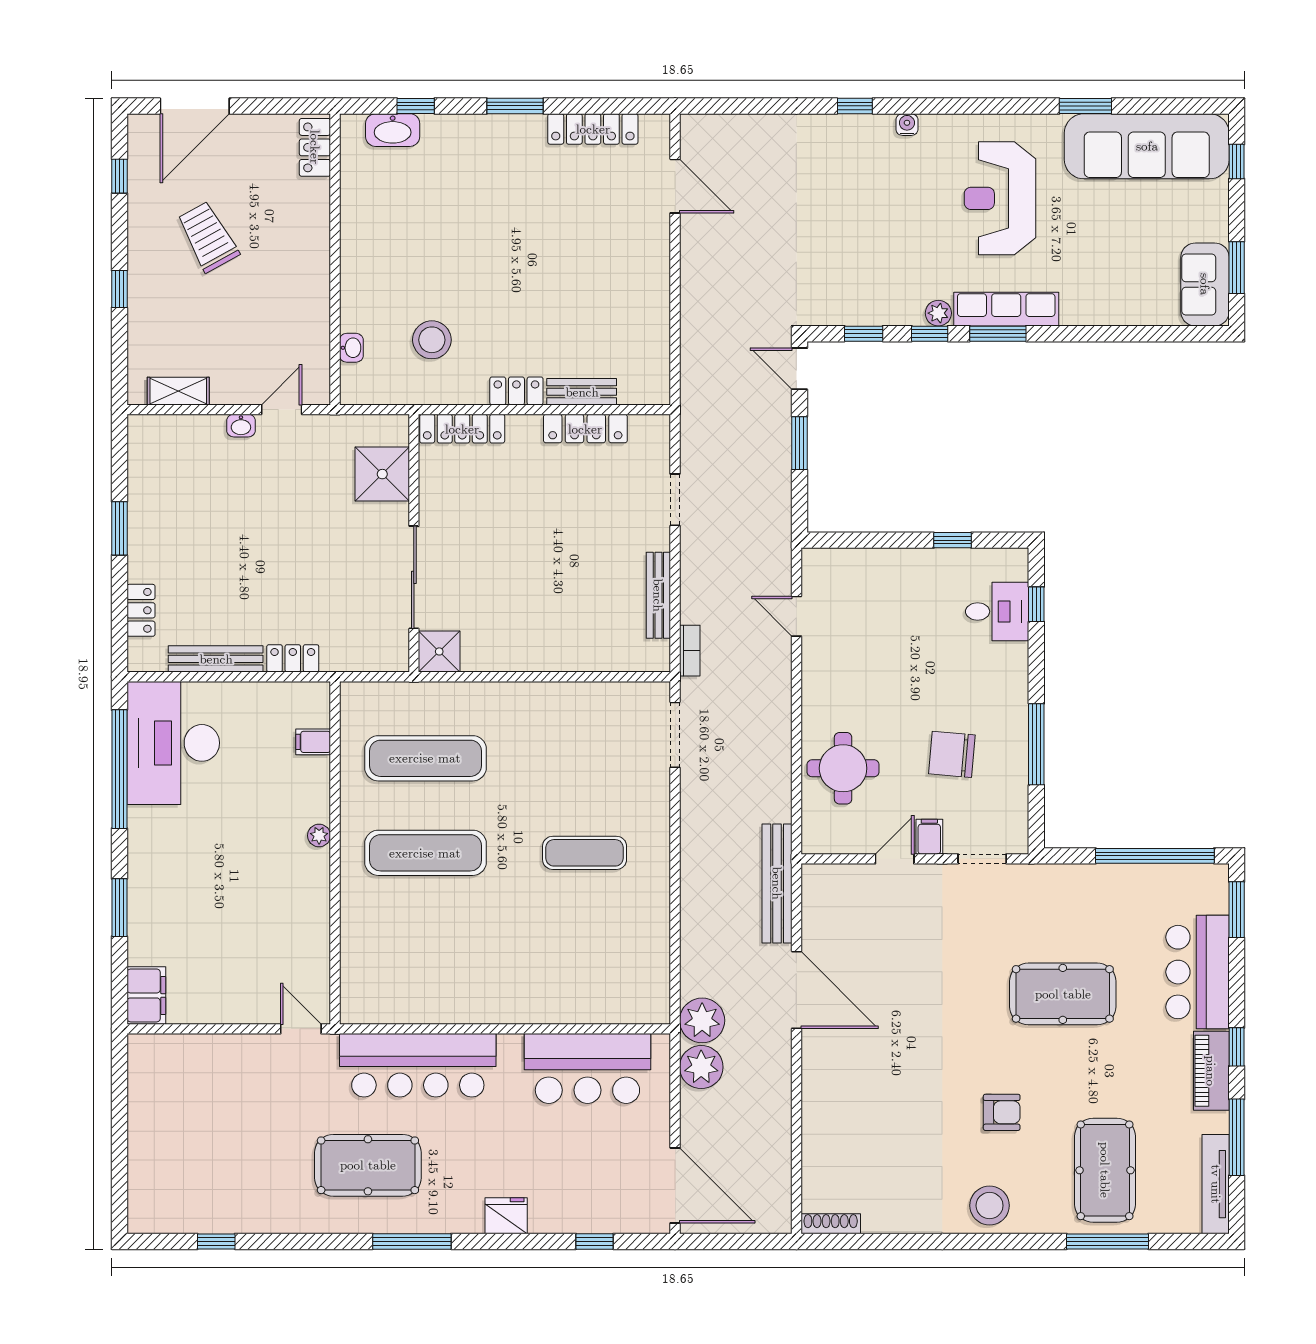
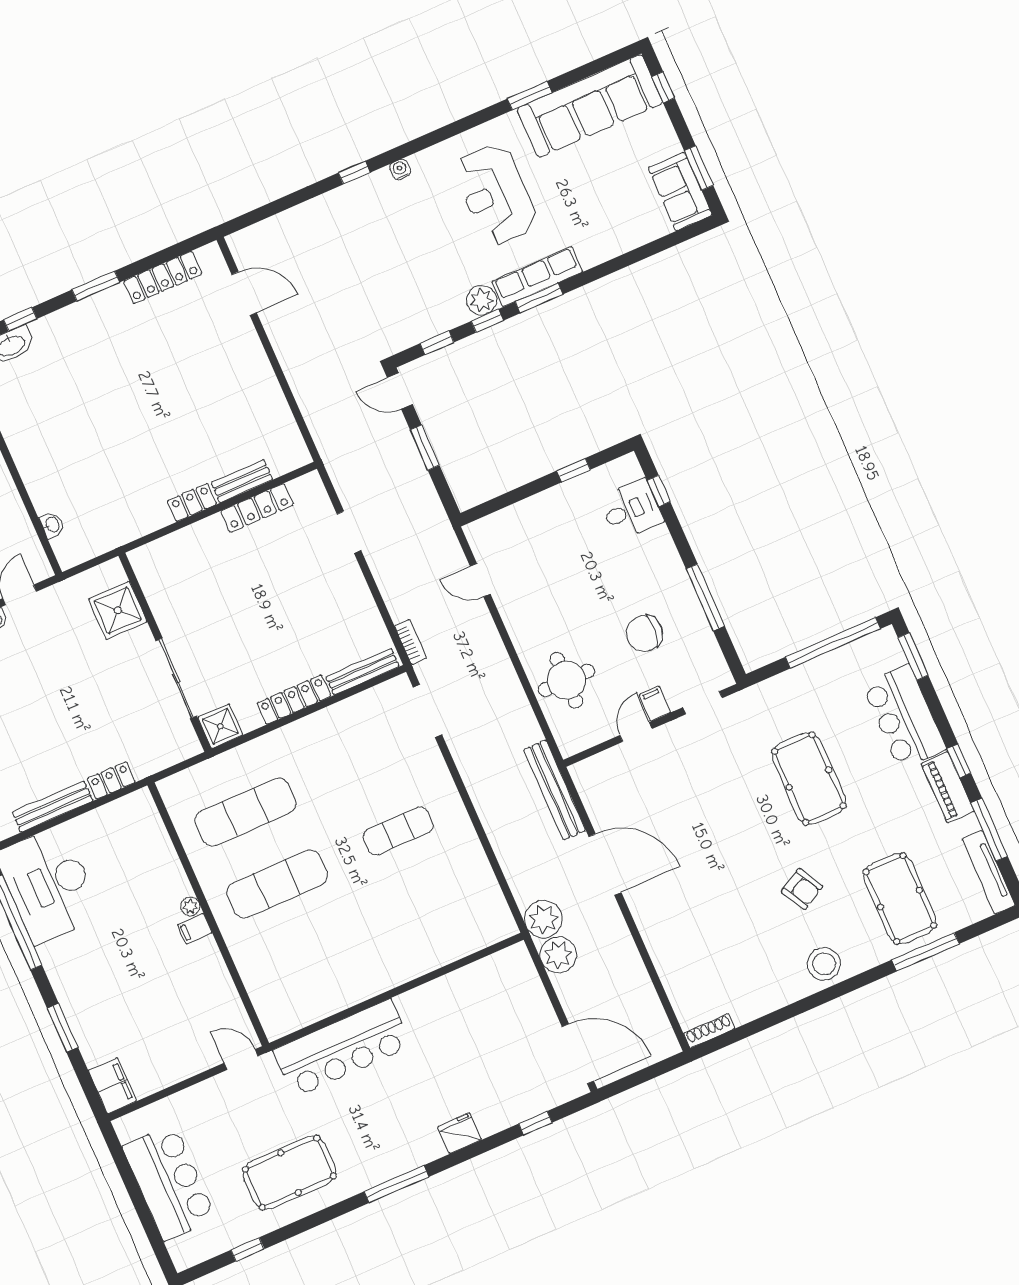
plant: (938, 313) -> (482, 300), width x1.38, depth x1.38
stool: (432, 340) -> (111, 492), removed
locker: (462, 429) -> (294, 700), moved, turned 180
bench: (658, 595) -> (363, 672), moved, turned 90
filing cabinet: (313, 742) -> (195, 929), moved
pool table: (1063, 994) -> (809, 779), turned 90
bar counter: (587, 1069) -> (169, 1183), moved, turned -90
armchair: (1002, 1112) -> (802, 889), turned 61
pool table: (368, 1165) -> (289, 1173), moved

